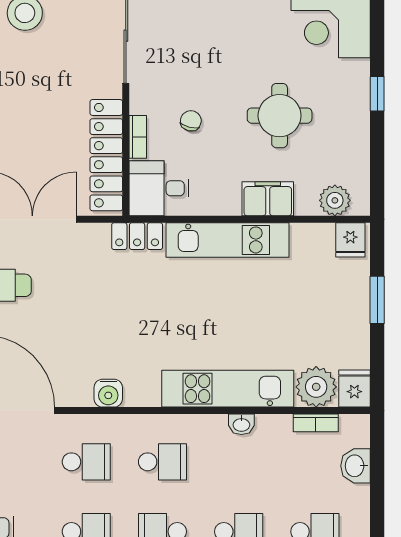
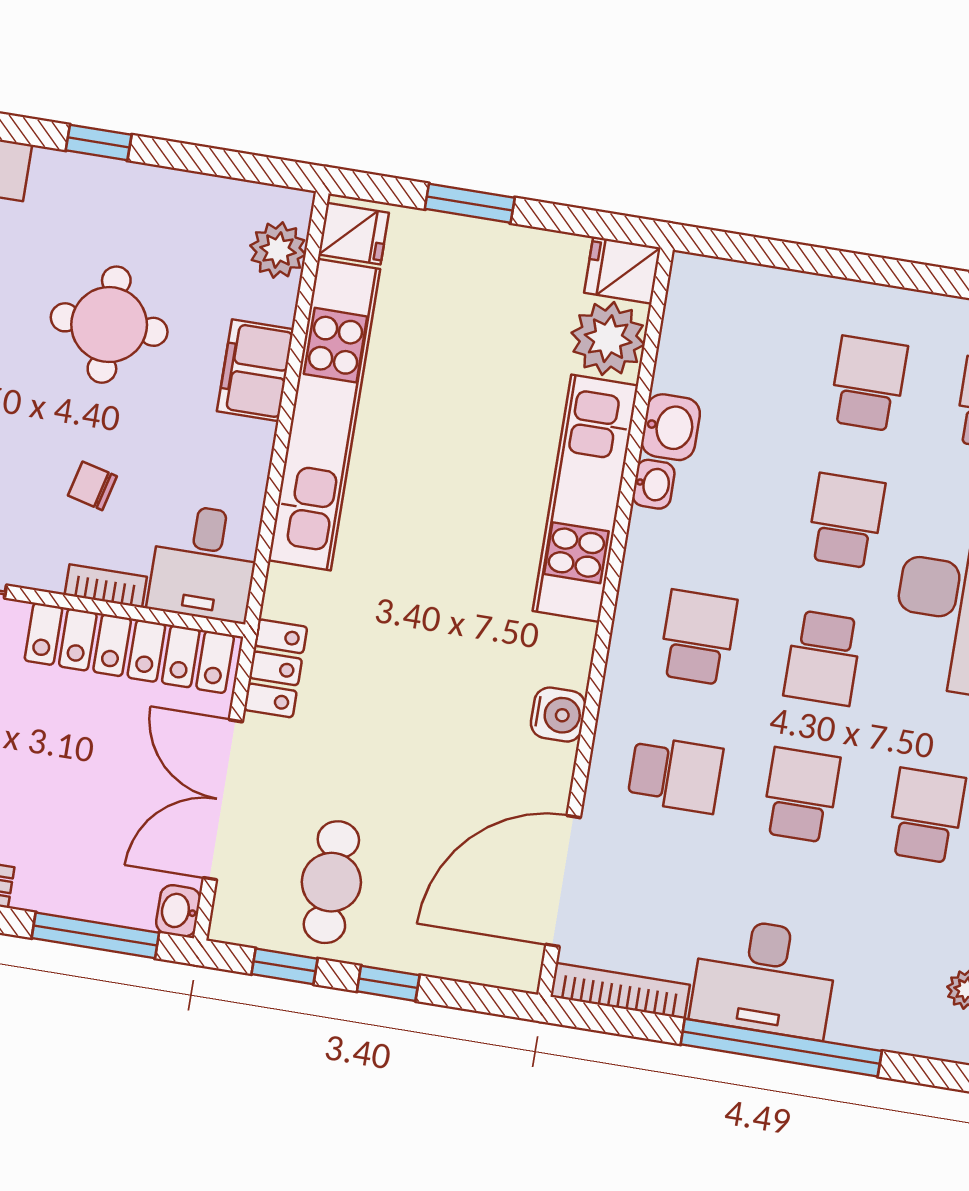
locker: (137, 236) -> (276, 668), moved
kitchen unit: (228, 240) -> (324, 415), width x1.36
bookcase: (316, 423) -> (673, 350), removed
school desk: (86, 462) -> (675, 774), turned 90
washbasin: (355, 466) -> (671, 427), moved, turned -90

